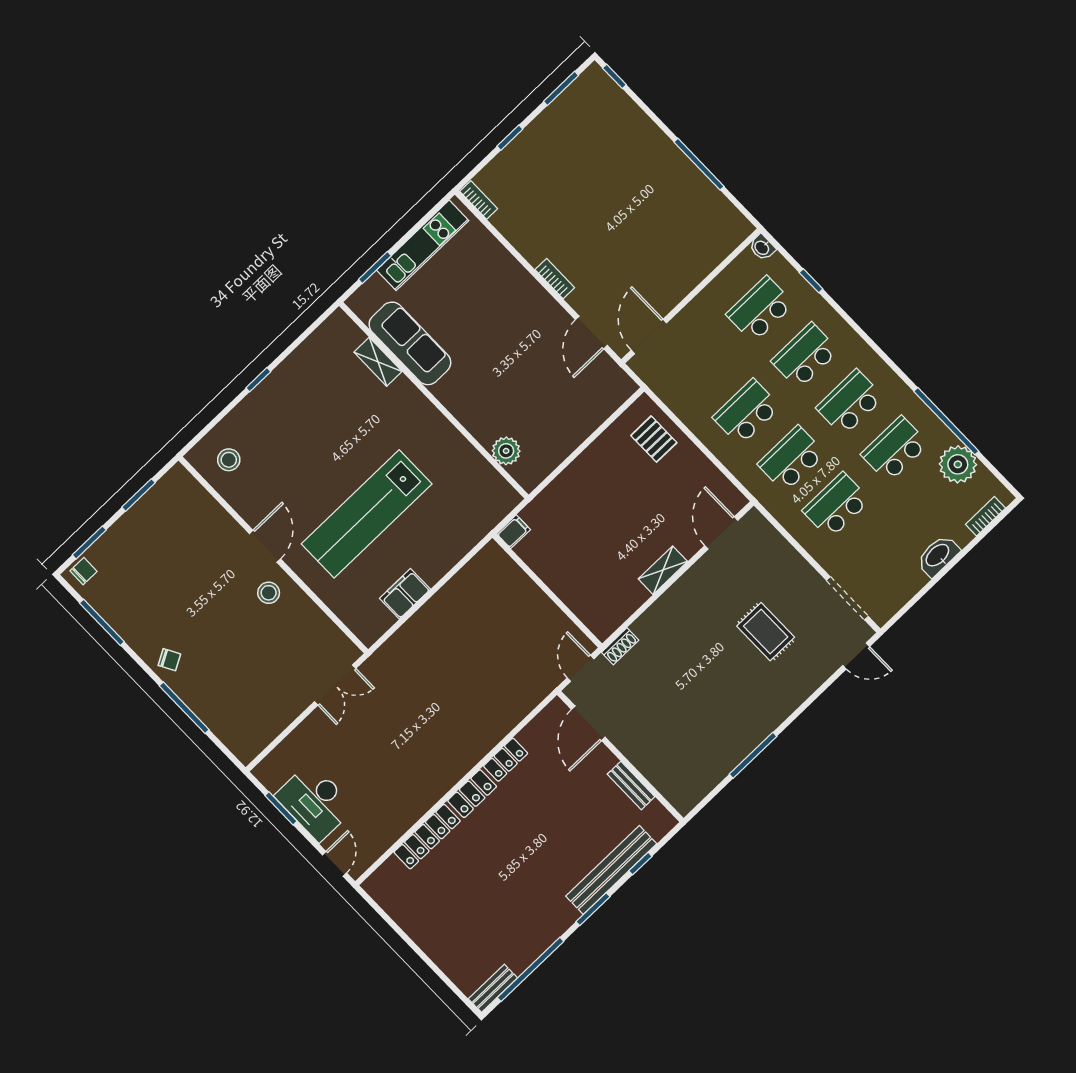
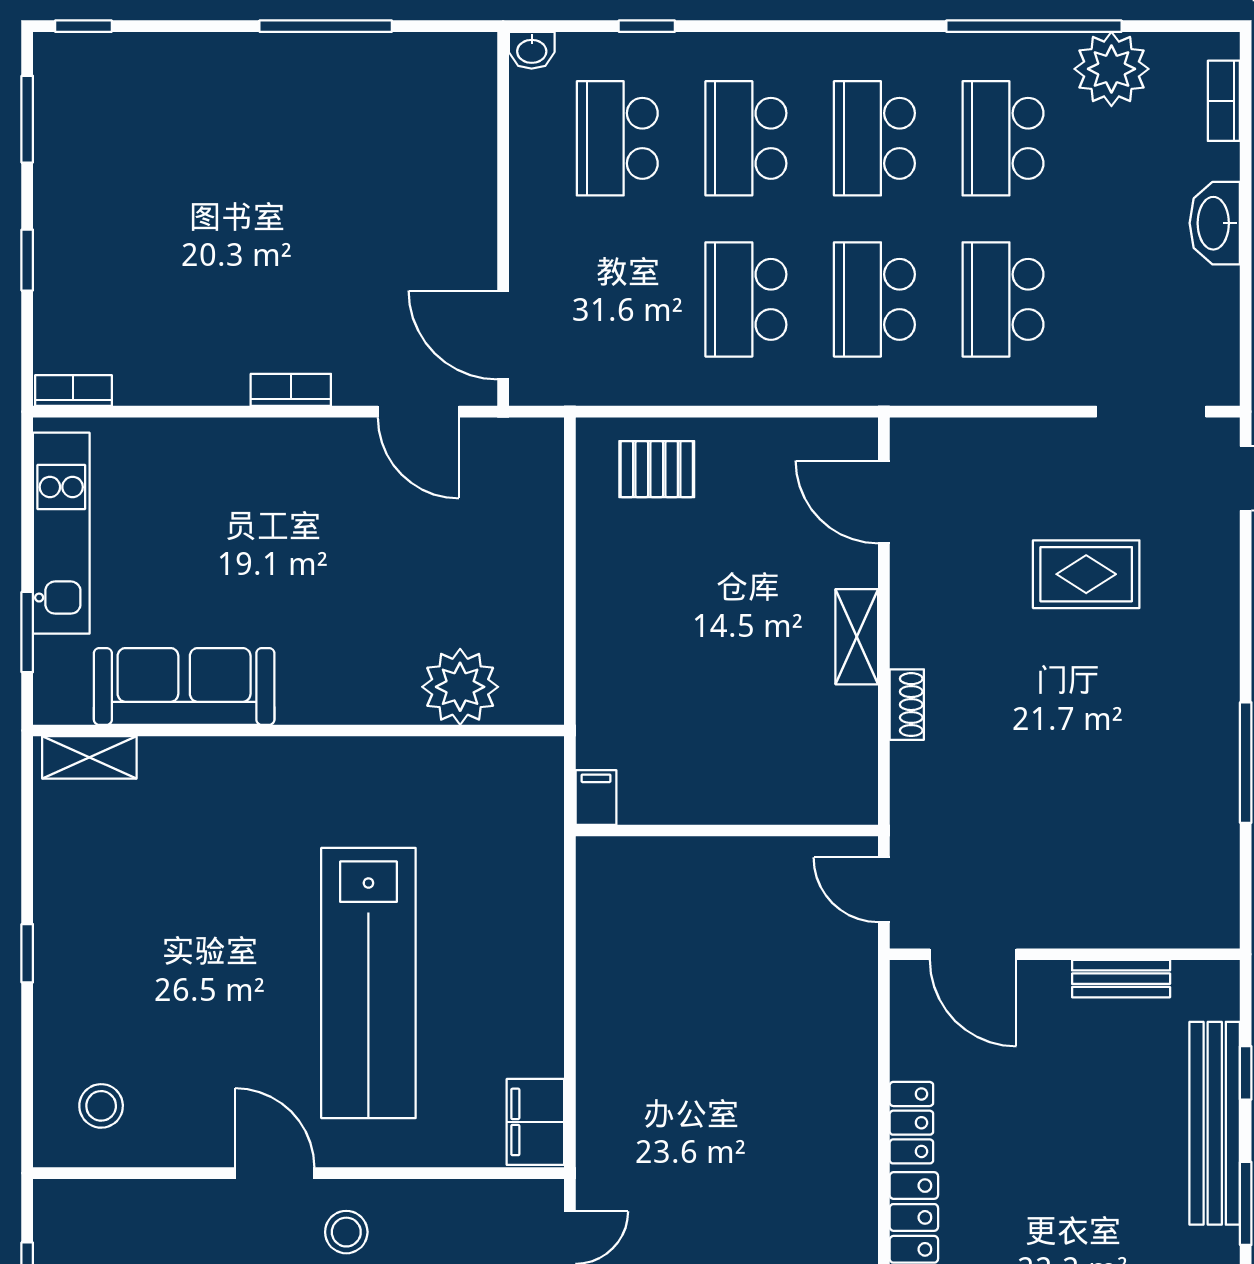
shelving: (378, 362) -> (89, 757), moved
plant: (506, 451) -> (460, 687), width x1.36, depth x1.36
filing cabinet: (405, 594) -> (535, 1122), moved
shoe rack: (620, 646) -> (907, 705), moved

